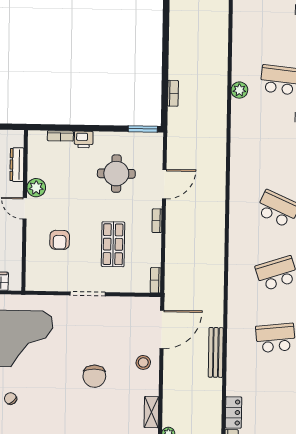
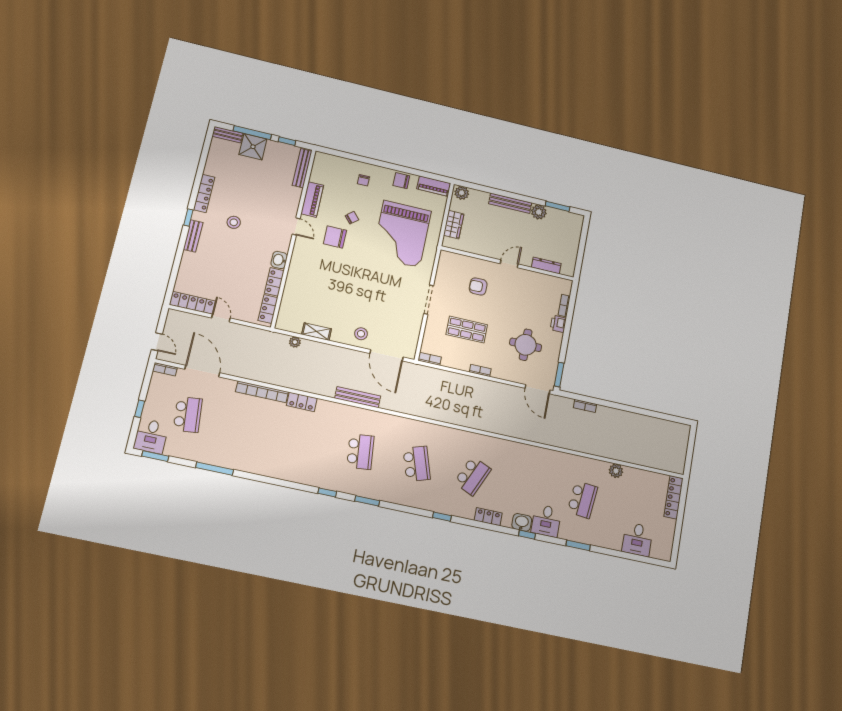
plant: (239, 90) -> (616, 471), moved
door: (164, 184) -> (537, 389), moved
plant: (36, 188) -> (525, 277), removed
chair: (94, 376) -> (335, 237), moved

